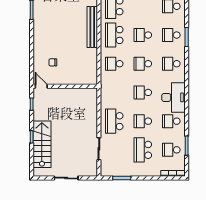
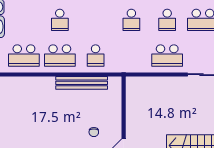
bench: (92, 27) -> (82, 83), moved
school desk: (143, 64) -> (96, 20), removed

